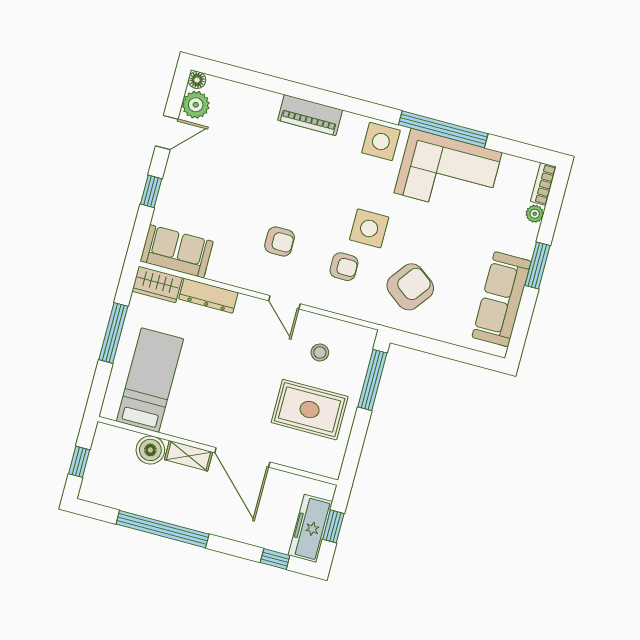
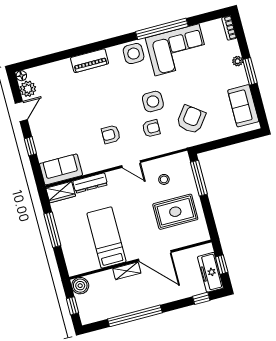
plant: (535, 214) -> (238, 61), moved
armchair: (280, 241) -> (111, 134), turned 180
sofa: (501, 299) -> (243, 106), width x0.73
bed: (150, 380) -> (106, 238), moved
boiler: (150, 450) -> (80, 286), moved

